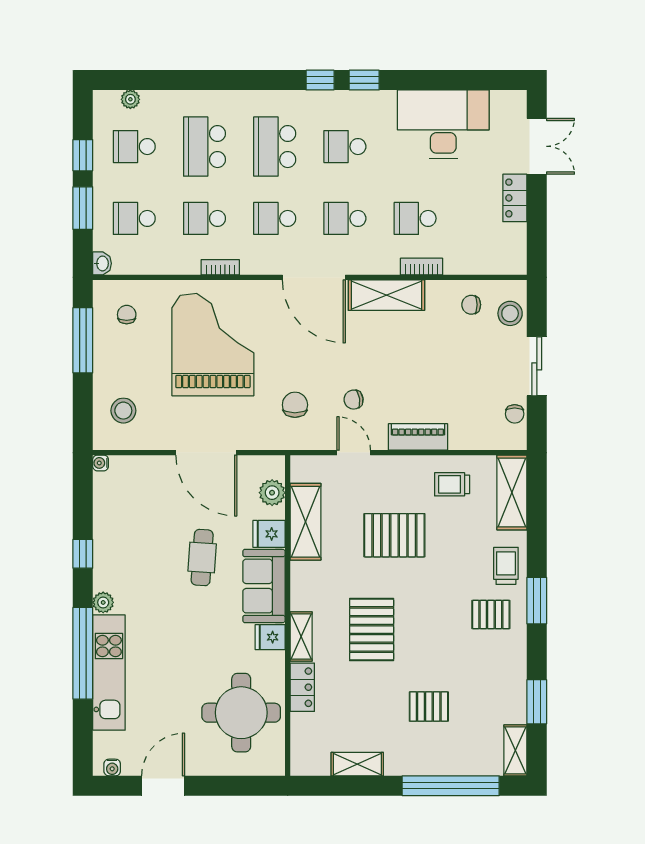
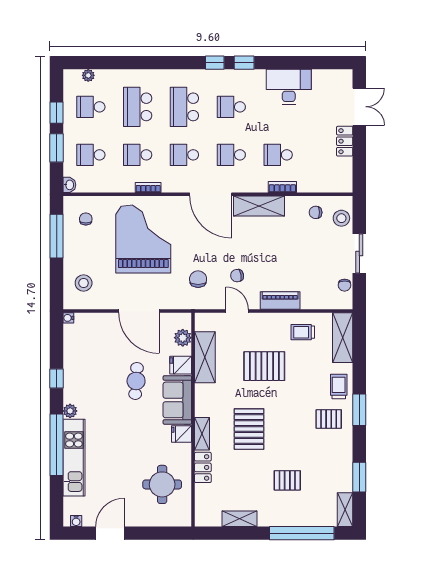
desk: (443, 124) -> (289, 87), width x0.73, depth x0.77
round table: (241, 713) -> (162, 484), width x0.73, depth x0.73

